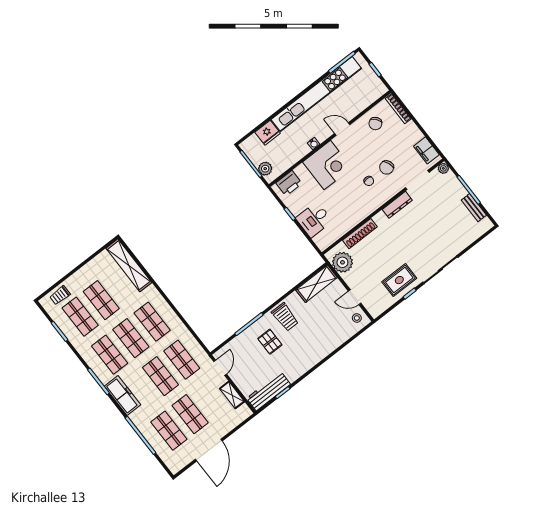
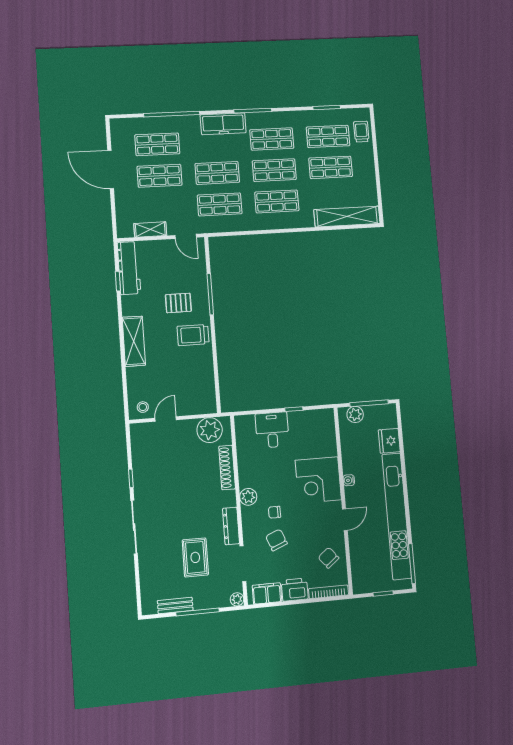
printer: (289, 183) -> (295, 590), moved, turned 90
plant: (370, 206) -> (248, 497), added
rug: (399, 280) -> (195, 557), moved
shelving: (317, 284) -> (134, 341), moved

